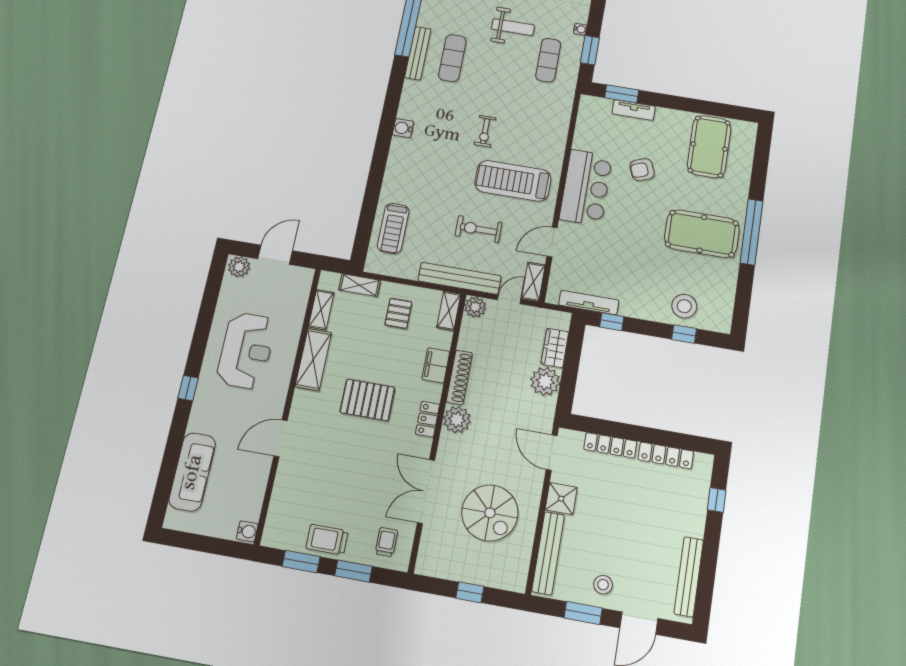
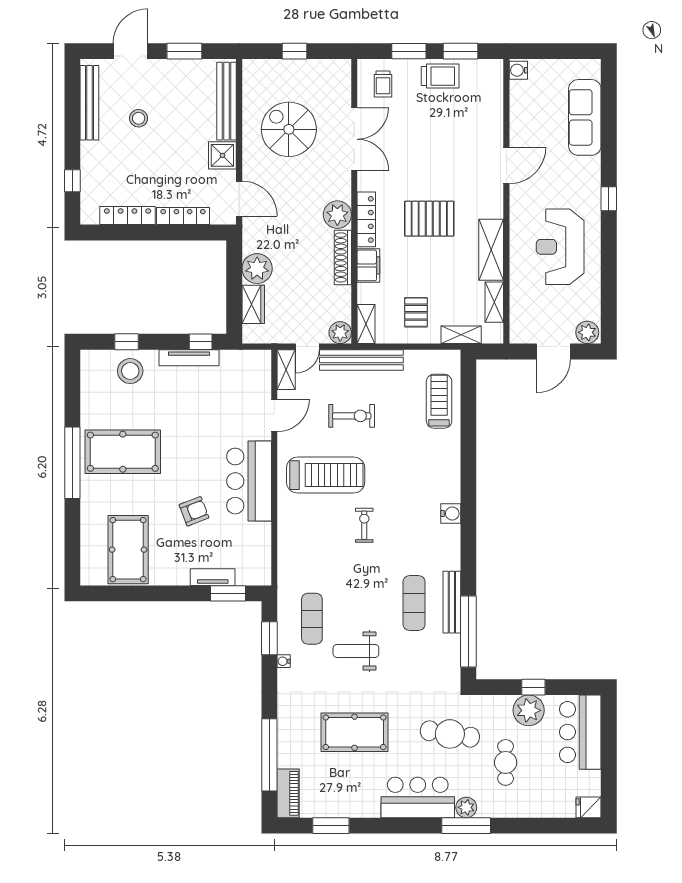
tv unit: (589, 303) -> (189, 358), moved
locker: (428, 419) -> (366, 219), width x1.53
stool: (603, 585) -> (139, 118), moved

